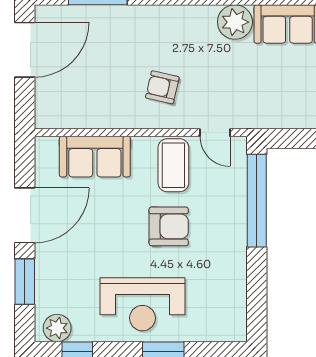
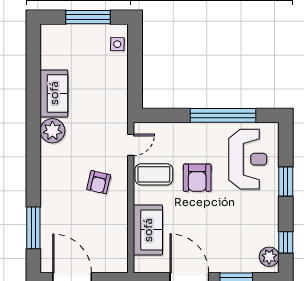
window: (257, 201) -> (223, 115), moved
armchair: (169, 226) -> (197, 178), turned 180
reception desk: (142, 304) -> (248, 159), moved

